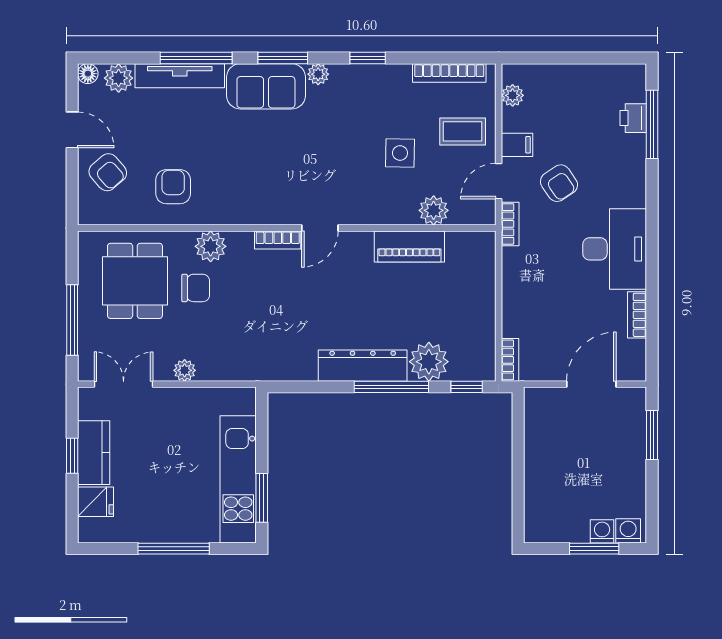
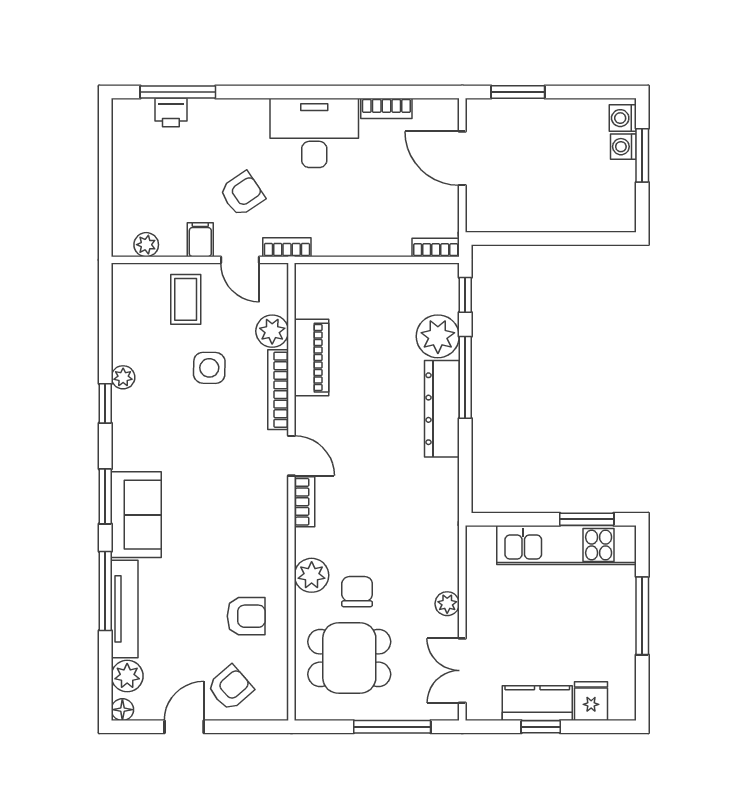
bookcase: (449, 73) -> (278, 390), moved, turned 180
plant: (318, 74) -> (123, 377), moved
armchair: (173, 187) -> (246, 616), turned 180

